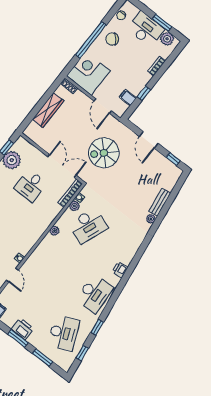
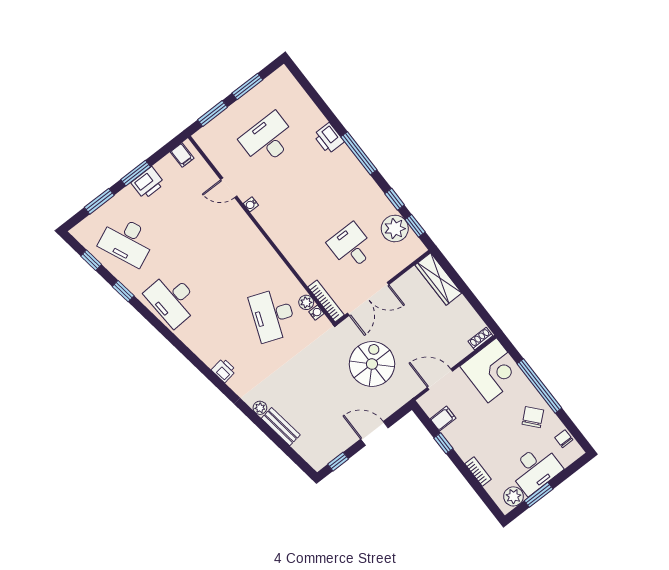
wardrobe: (48, 110) -> (438, 279), moved
plant: (54, 231) -> (278, 265), removed
printer: (120, 270) -> (224, 370), moved

